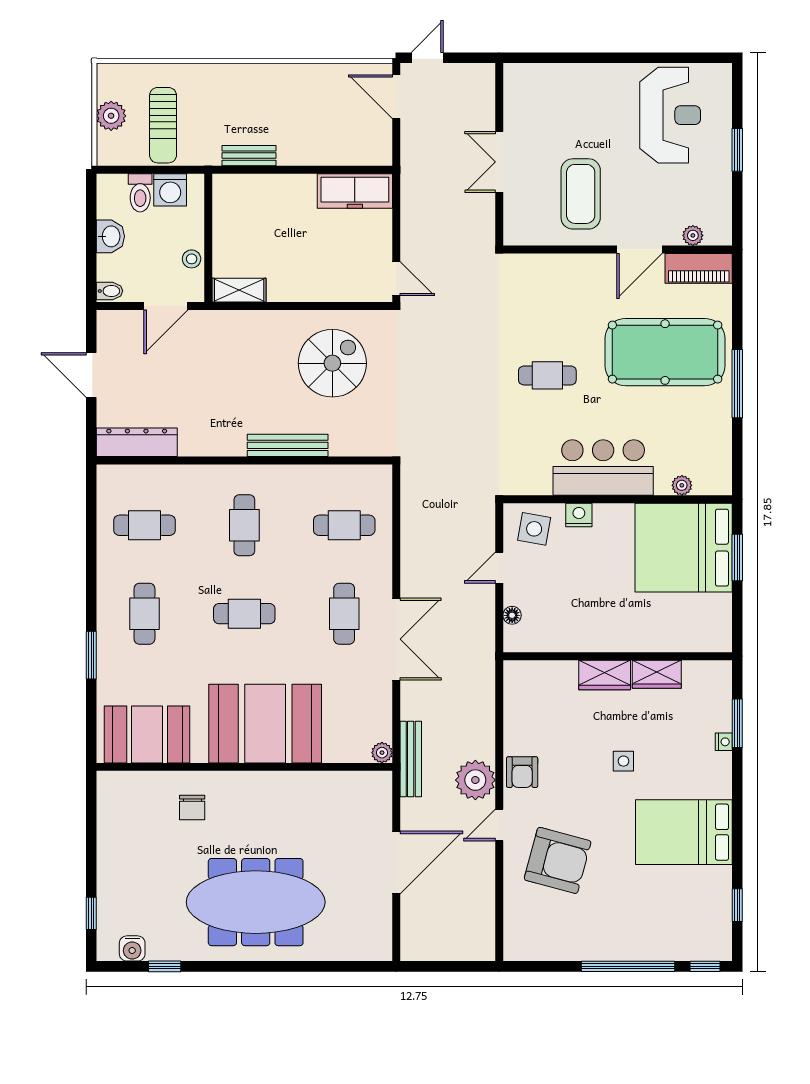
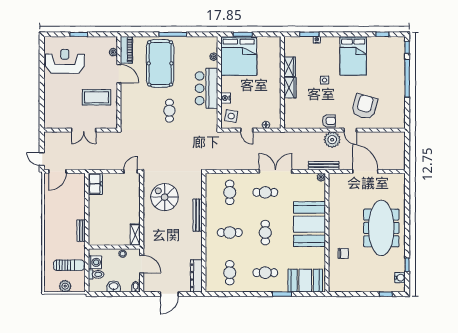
freezer: (355, 191) -> (95, 184), width x0.71
booth: (147, 734) -> (305, 281), moved, turned 90

